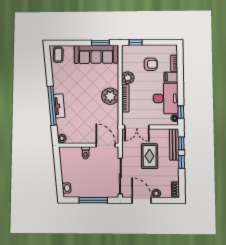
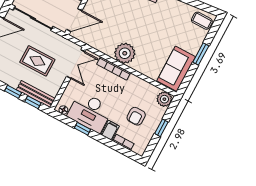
window: (136, 42) -> (161, 128), moved
window: (100, 43) -> (201, 54), moved
sofa: (96, 54) -> (176, 69), width x0.73
plant: (128, 78) -> (164, 99), moved
window: (181, 112) -> (83, 129), moved
double door: (137, 127) -> (76, 64), swing flipped

